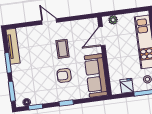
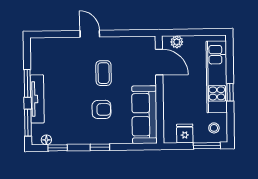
door: (102, 36) -> (159, 62), swing flipped
tv unit: (13, 46) -> (37, 99), moved
armchair: (64, 75) -> (101, 109), turned 180

